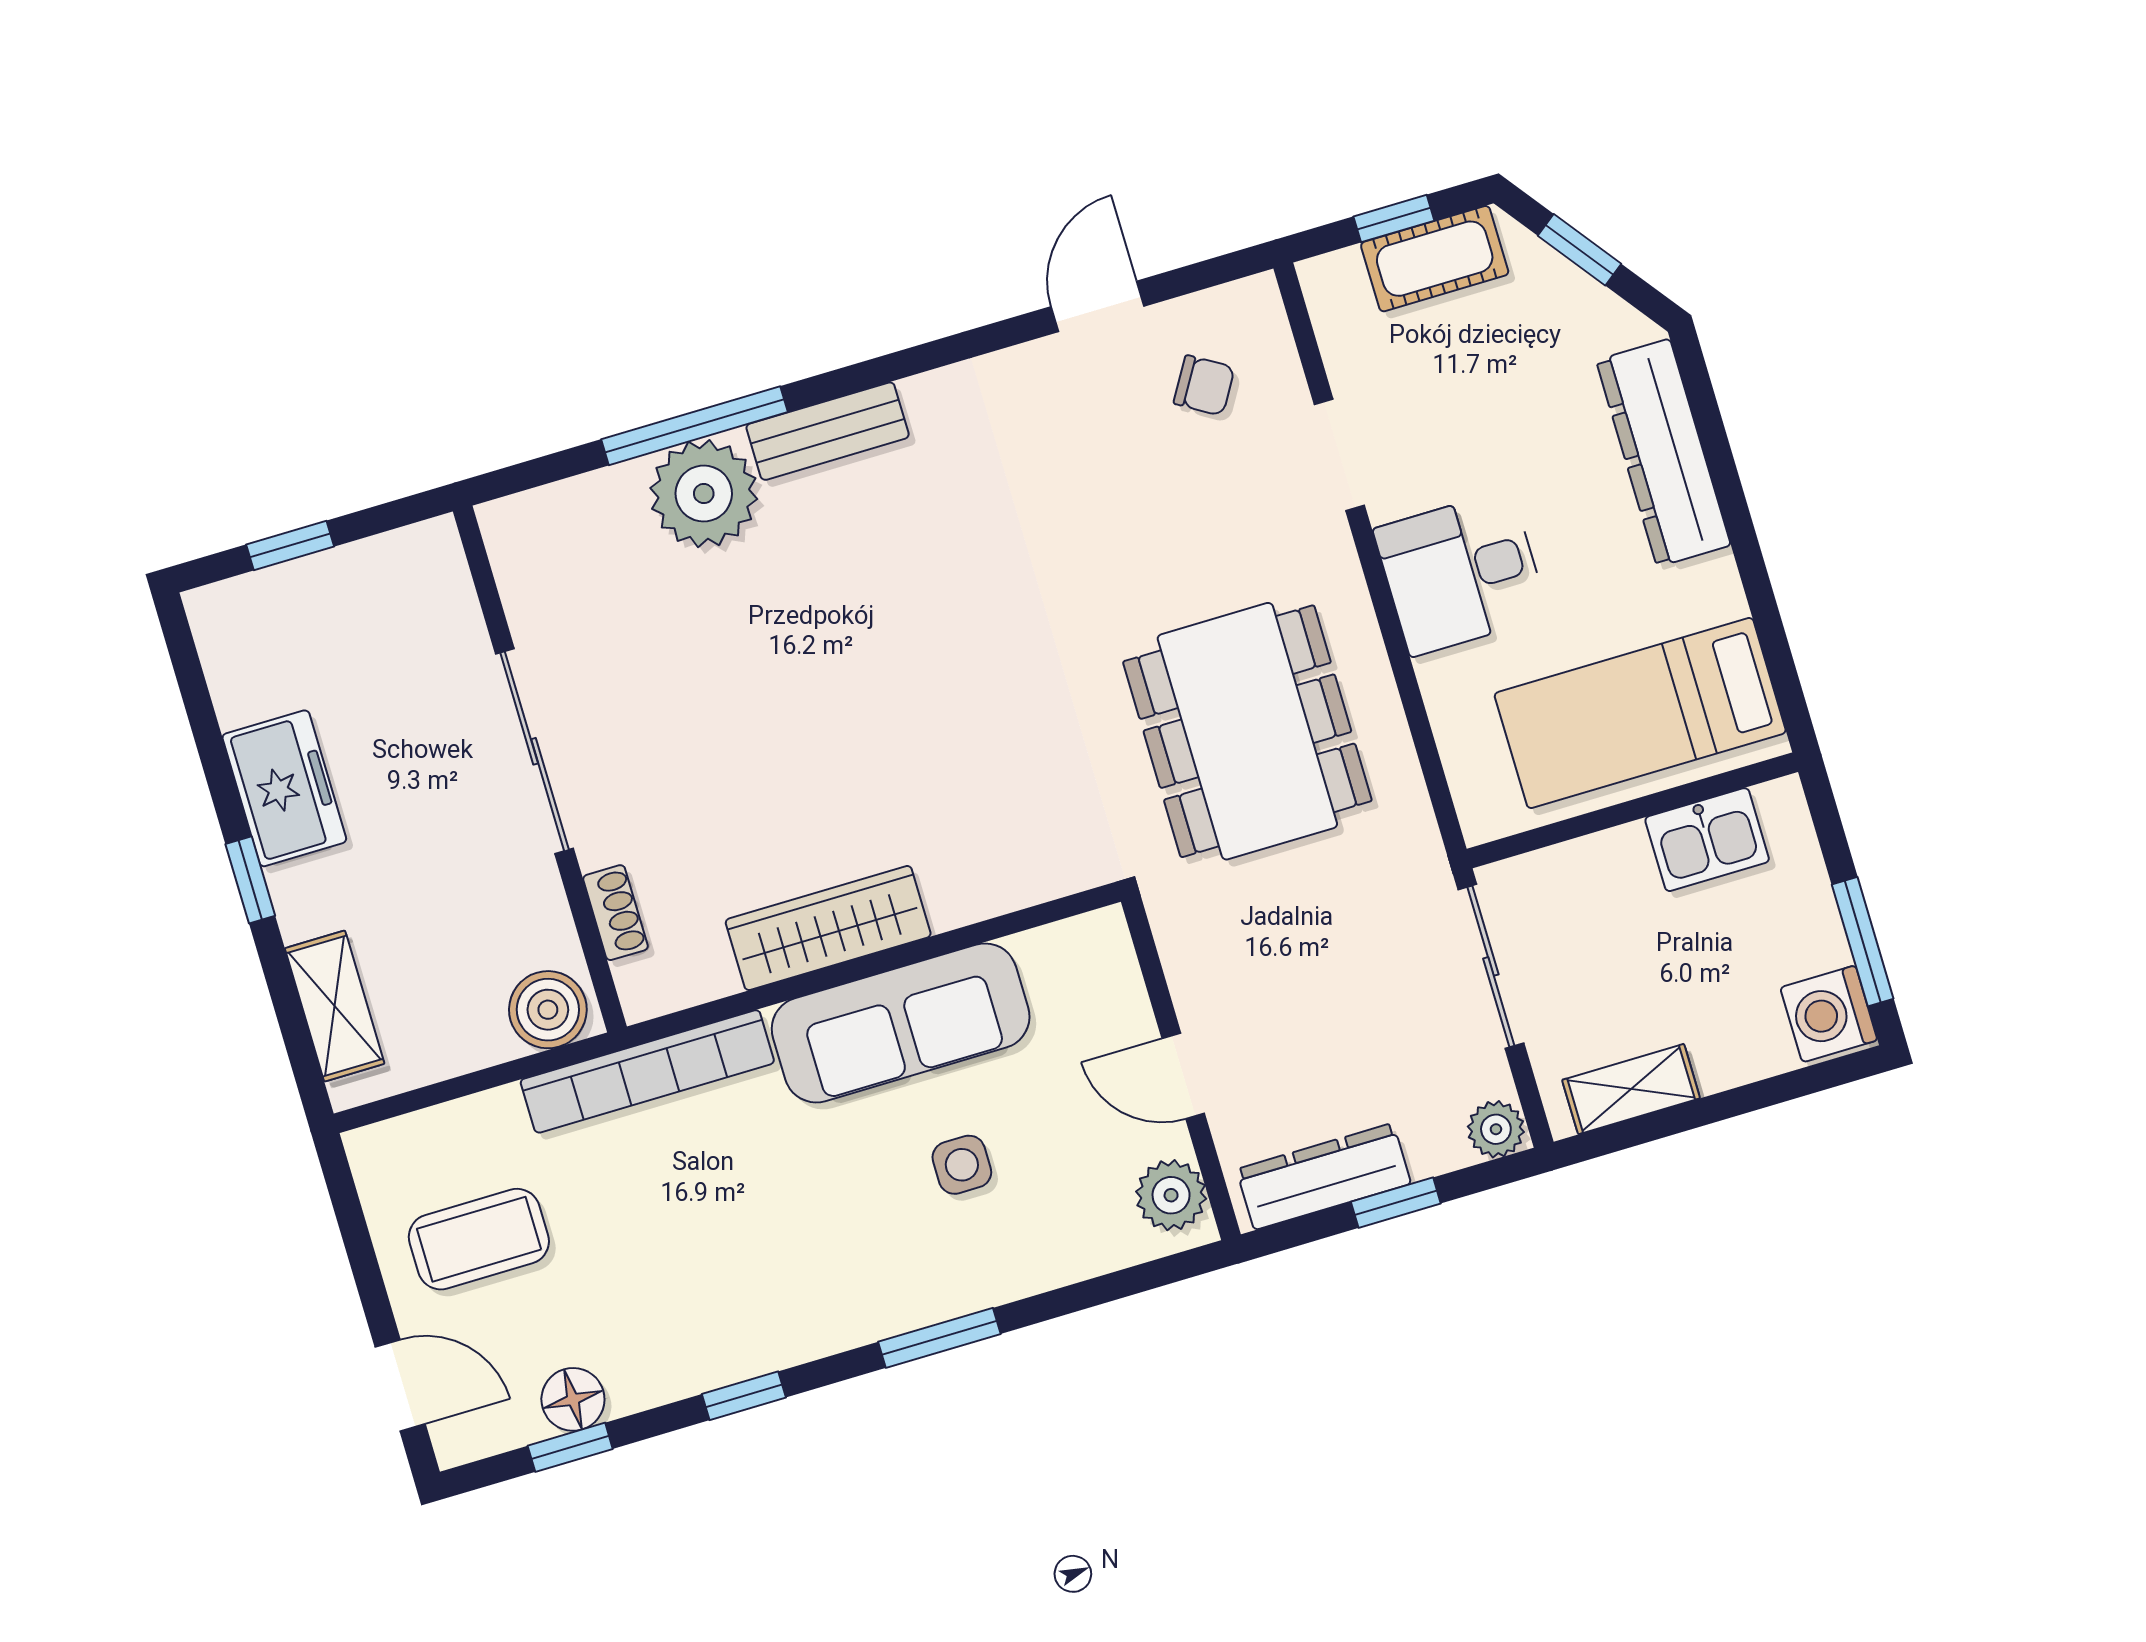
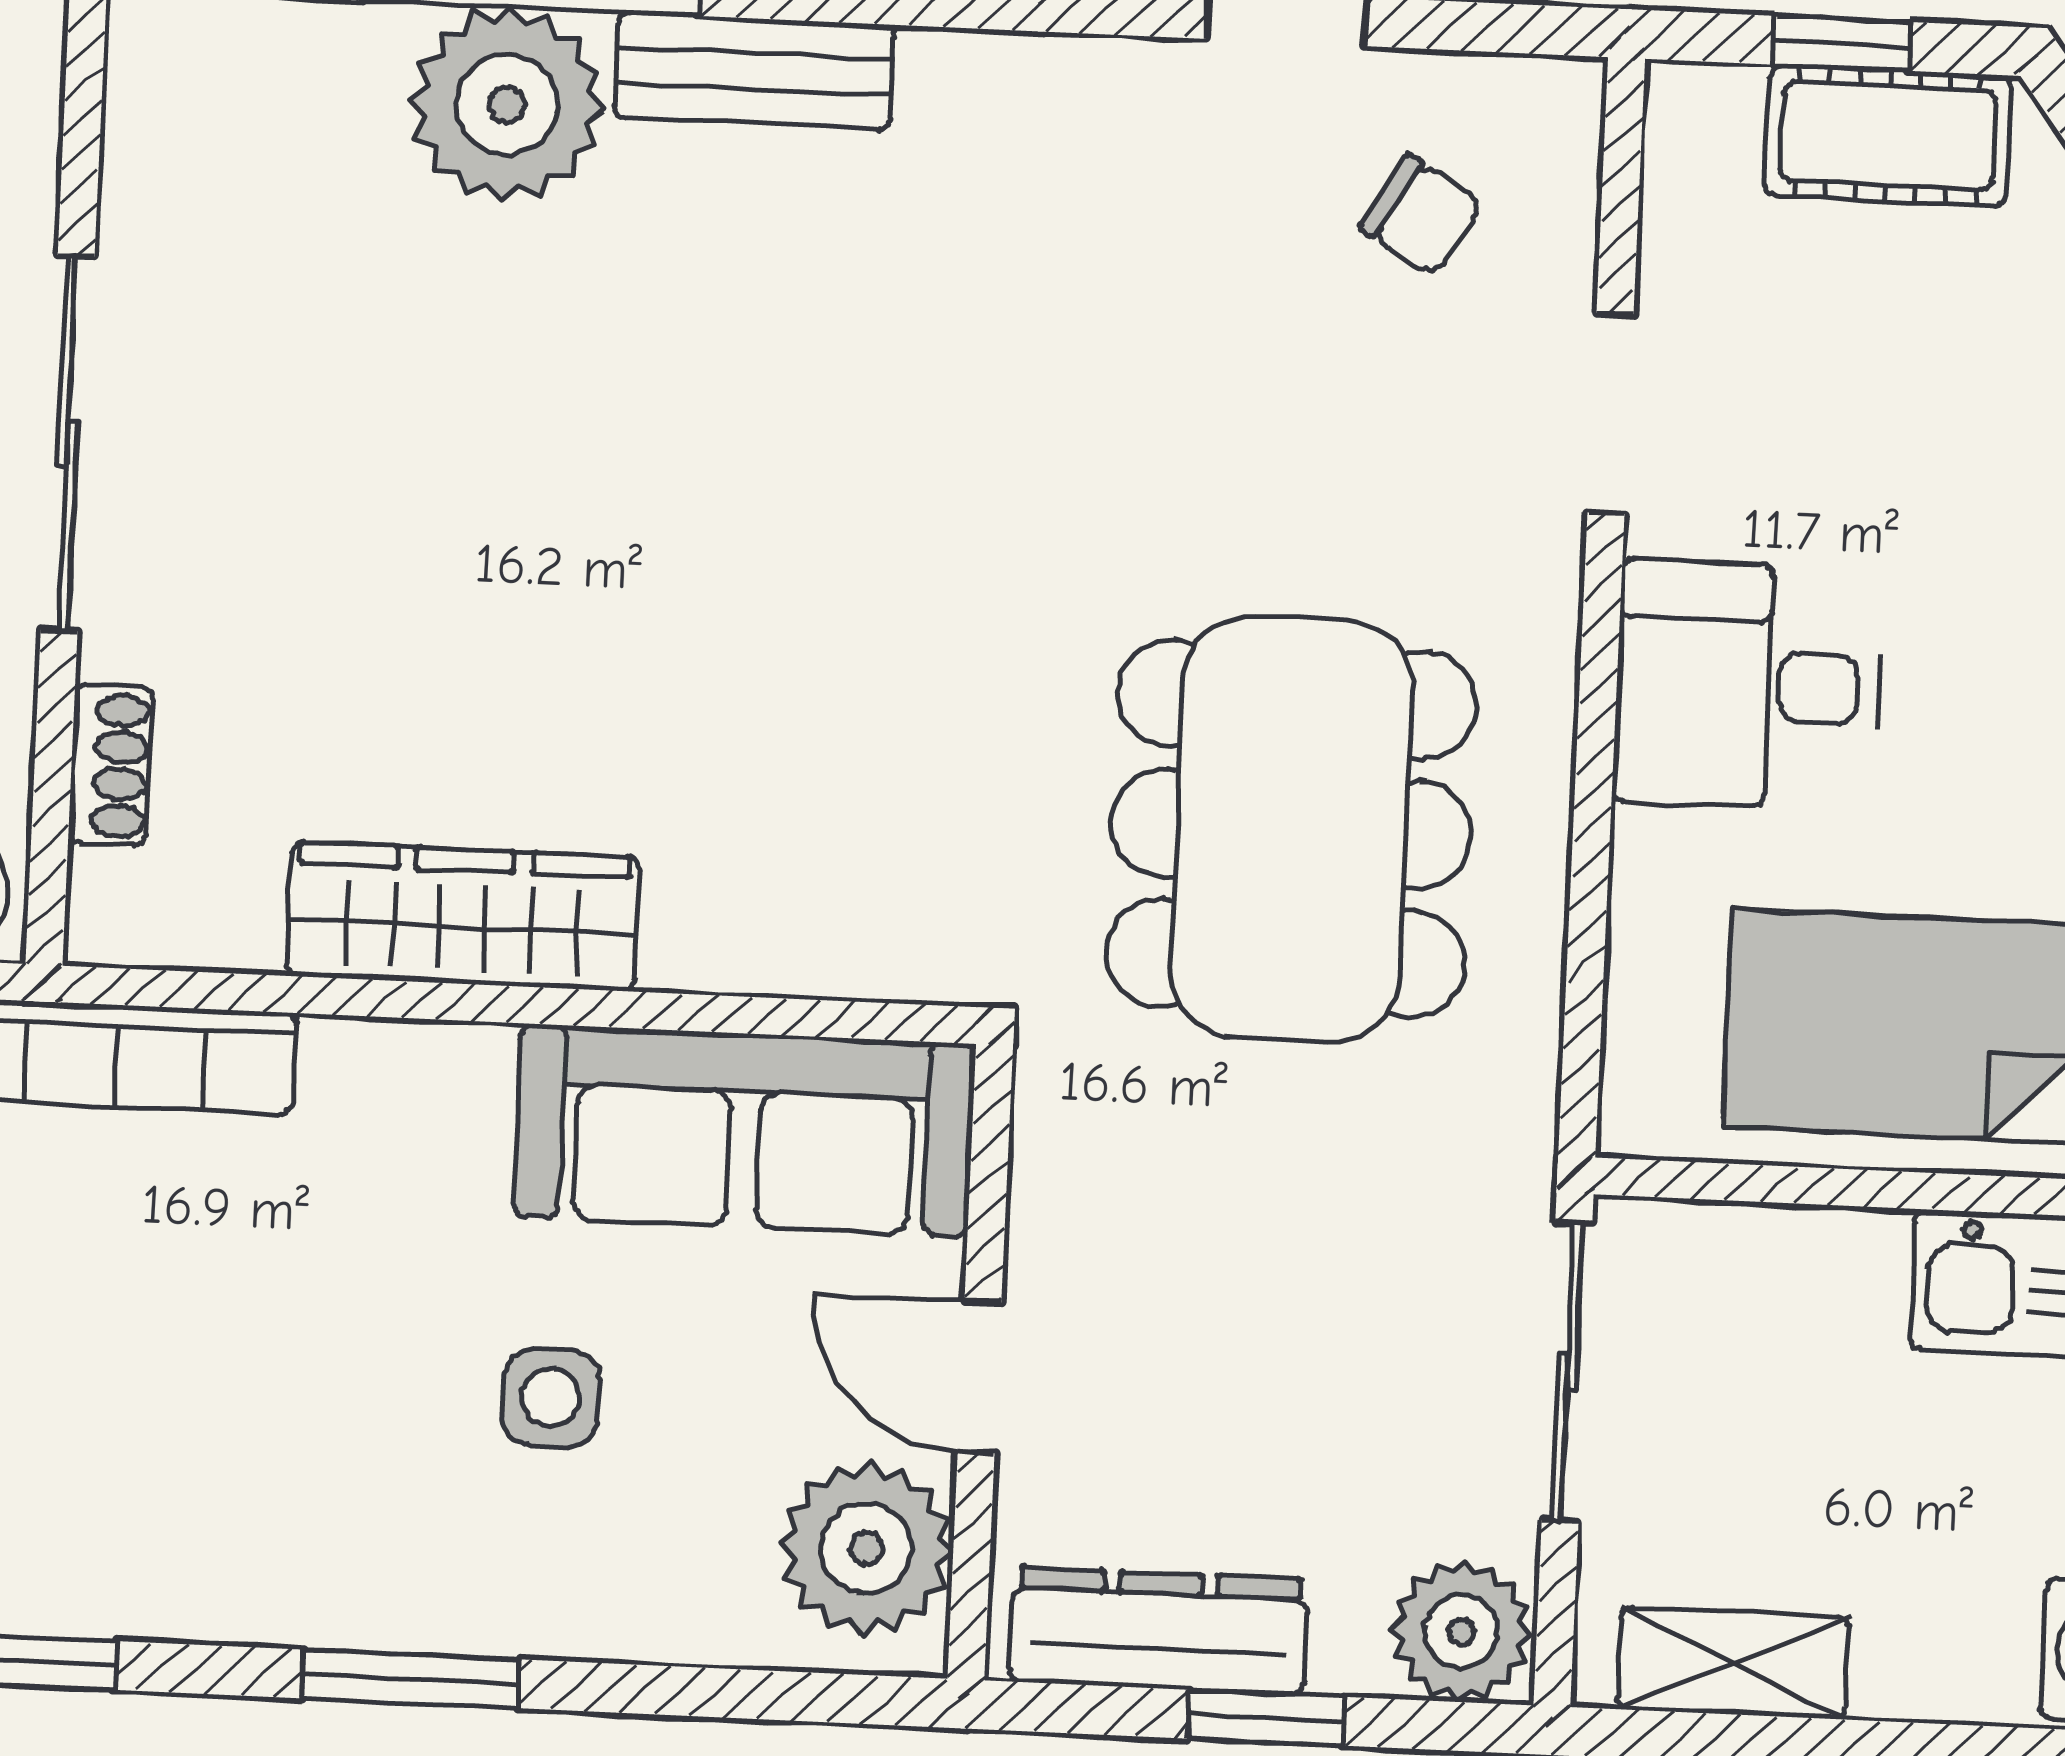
sofa: (901, 1023) -> (744, 1130), moved
plant: (1496, 1129) -> (1461, 1632), width x1.38, depth x1.38
plant: (1171, 1195) -> (866, 1548), width x1.36, depth x1.36

